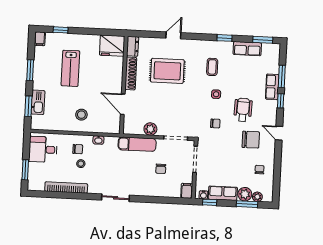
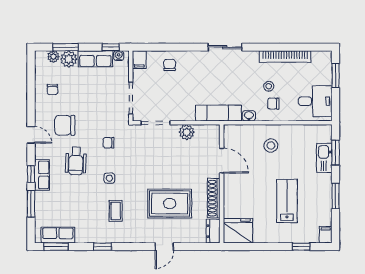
row of seats: (247, 49) -> (58, 235), moved
row of seats: (272, 87) -> (42, 175), moved
exam couch: (137, 144) -> (218, 113), moved
chair: (161, 169) -> (170, 65), moved

